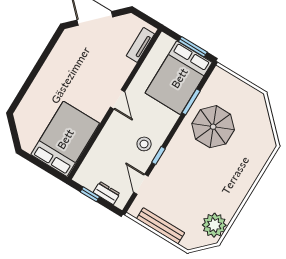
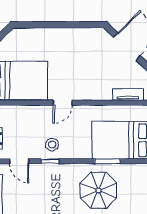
door: (118, 99) -> (63, 103), moved
door: (141, 184) -> (19, 161), swing flipped

